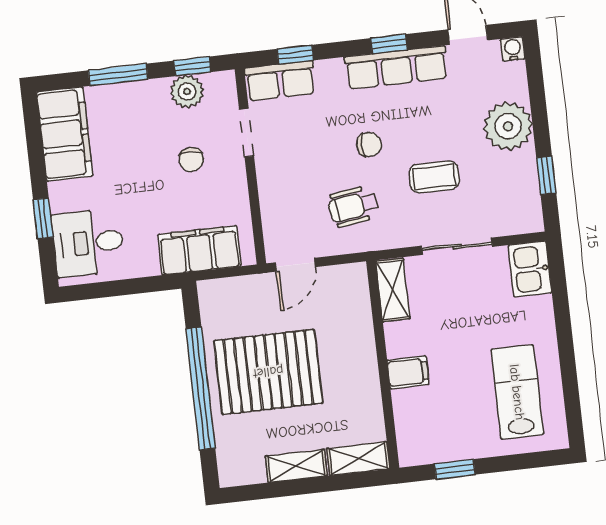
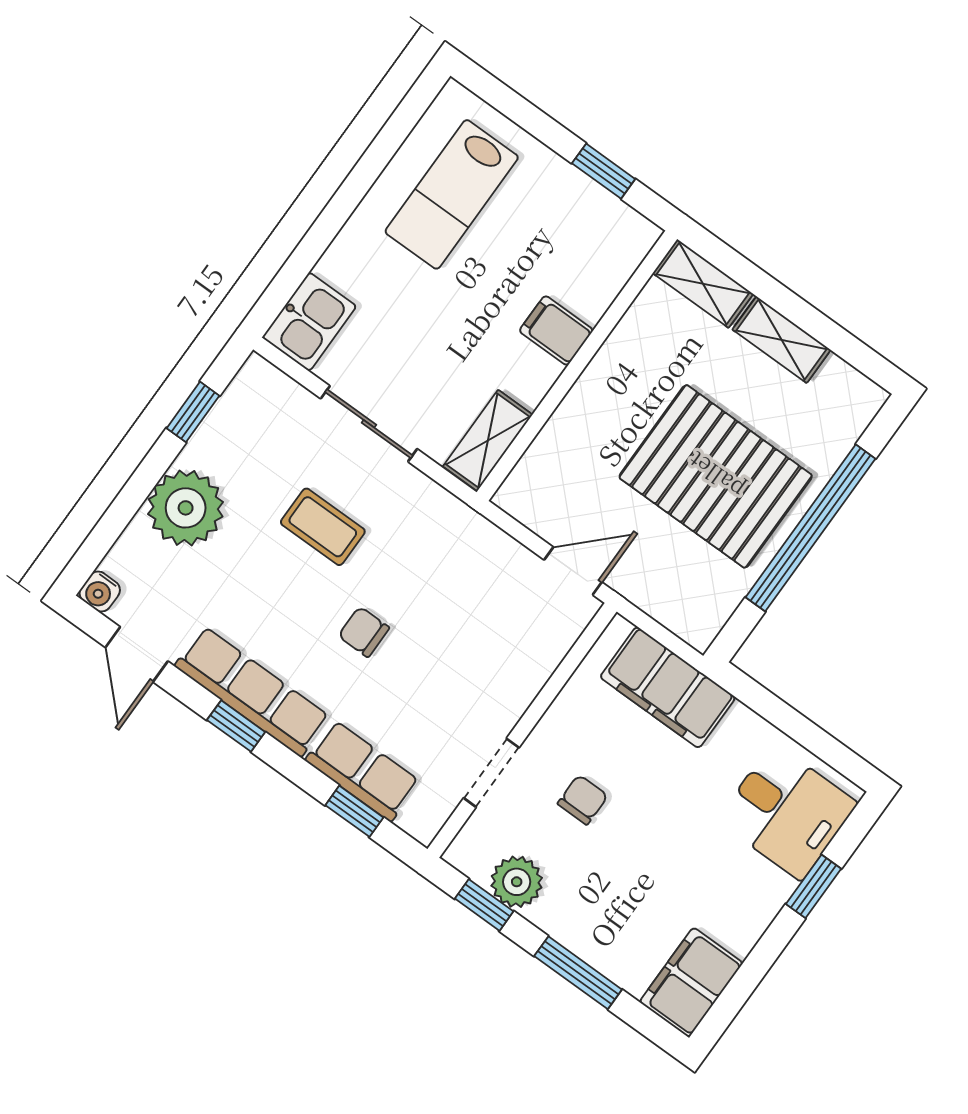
row of seats: (280, 81) -> (363, 771), moved
filing cabinet: (65, 134) -> (691, 982), width x0.67, depth x0.86
wheelchair: (353, 206) -> (446, 577), removed

